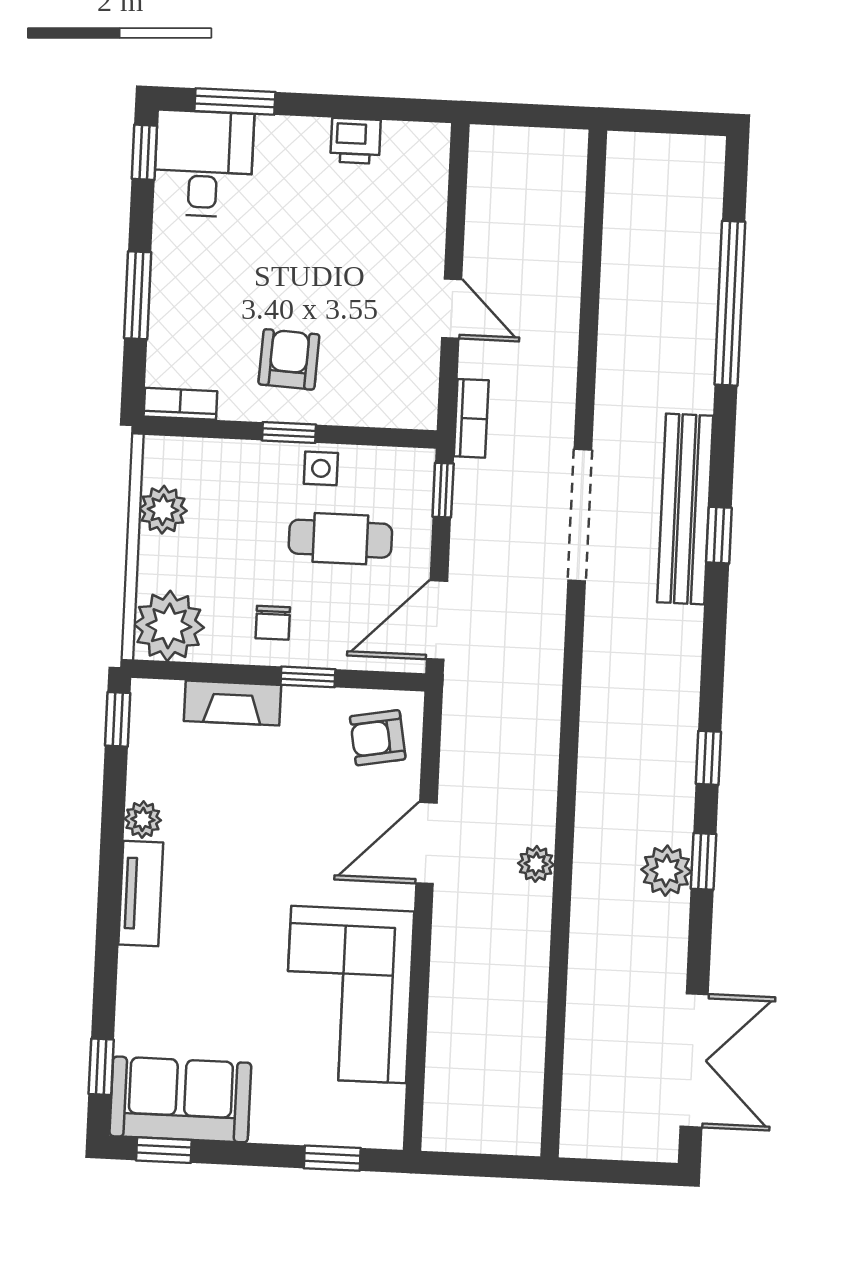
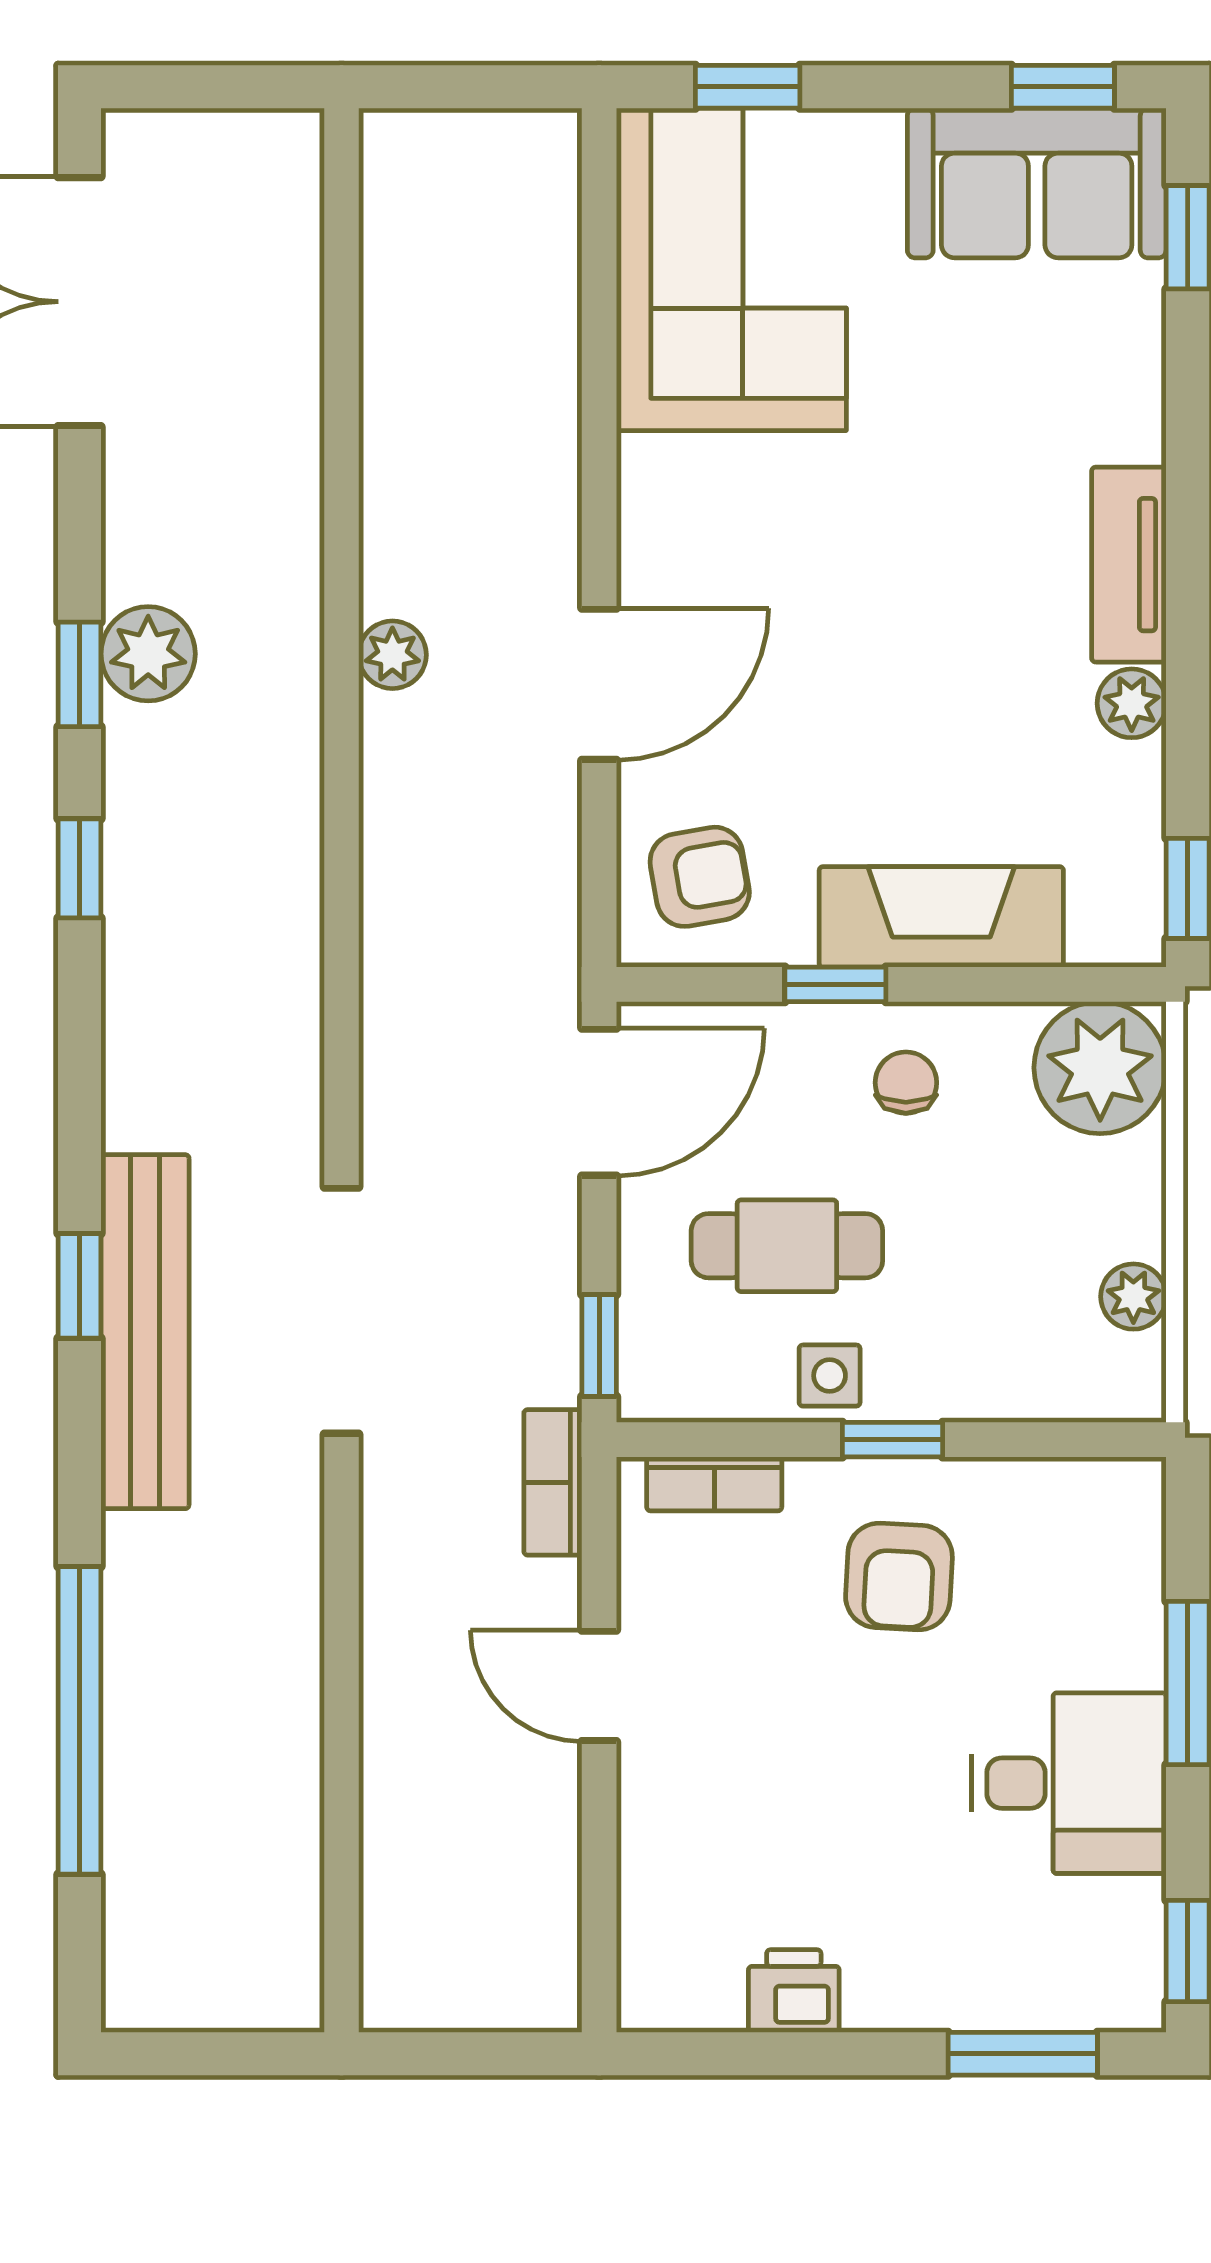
desk: (204, 164) -> (1069, 1783), moved, turned -90
bookcase: (180, 404) -> (714, 1484), moved
plant: (163, 510) -> (1133, 1297), width x0.73, depth x0.73
fireplace: (232, 703) -> (941, 917), width x1.37, depth x1.32
corner sofa: (349, 995) -> (731, 269), moved

